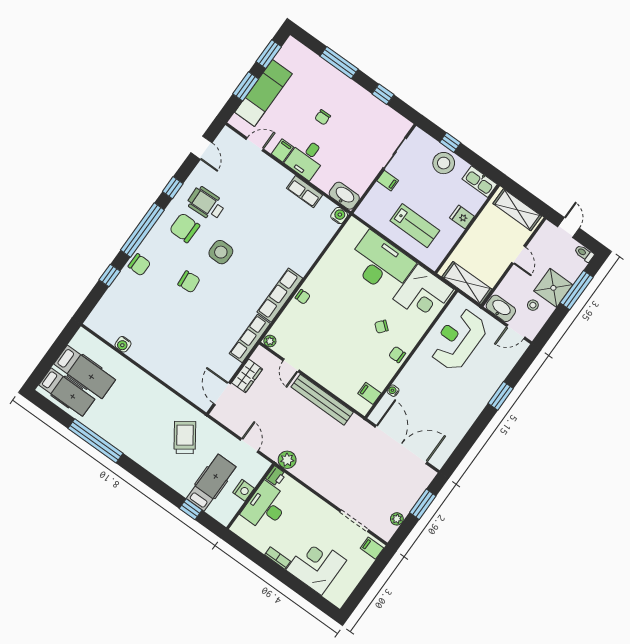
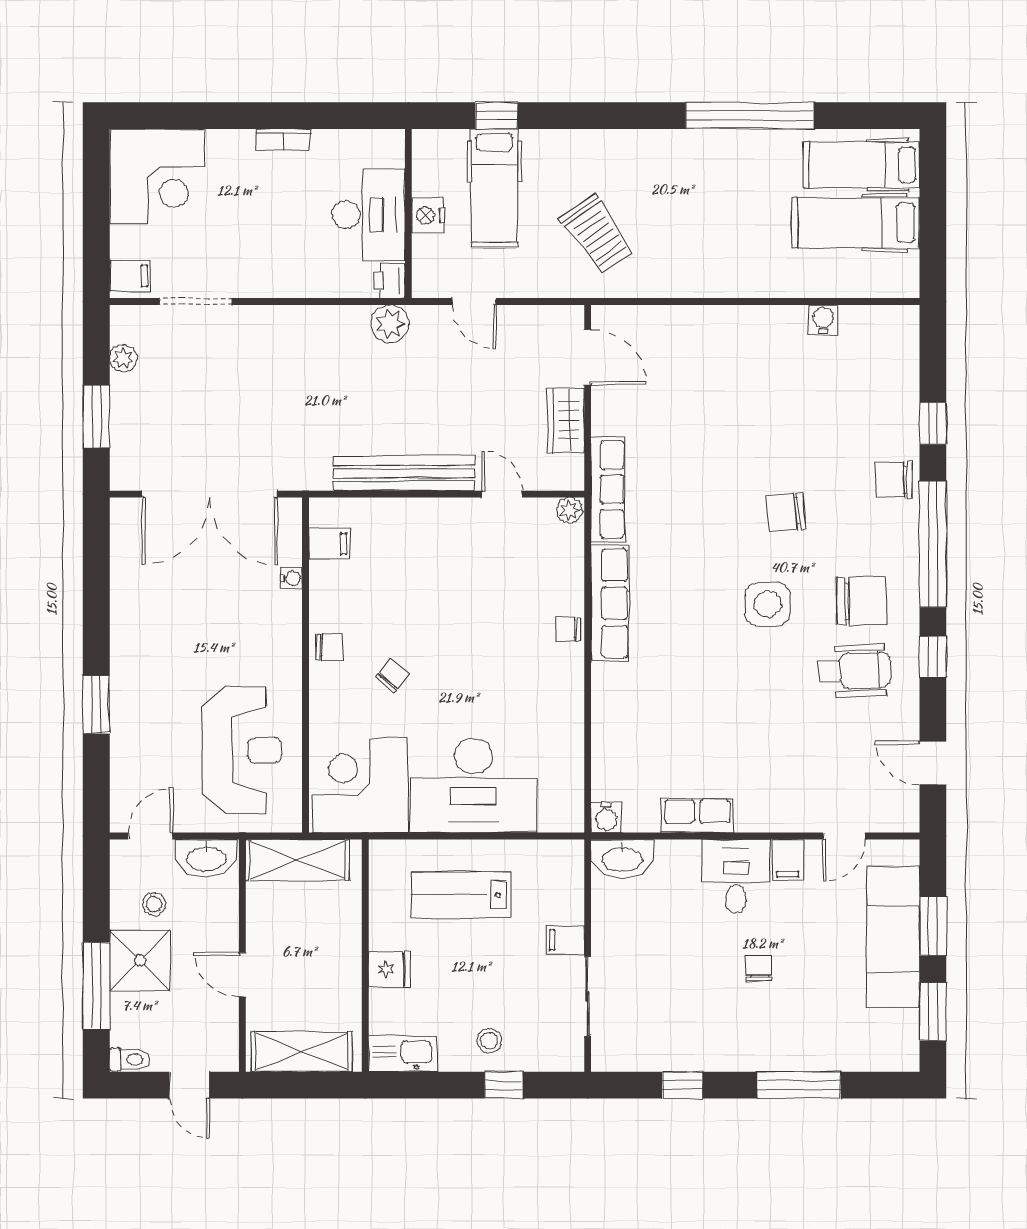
stool: (444, 163) -> (489, 1041), width x0.53, depth x0.53
corner desk: (316, 565) -> (157, 176), moved

